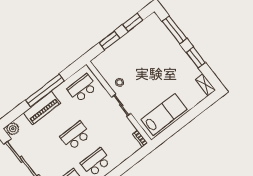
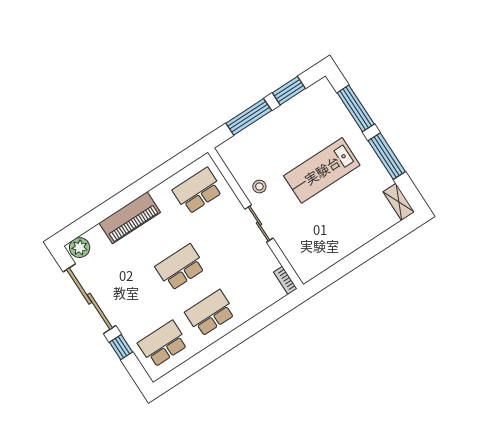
window: (109, 40) -> (249, 117), width x1.44
window: (196, 57) -> (387, 156), width x1.44
window: (45, 90) -> (137, 190), removed
lab bench: (164, 114) -> (322, 170), moved, turned 180

